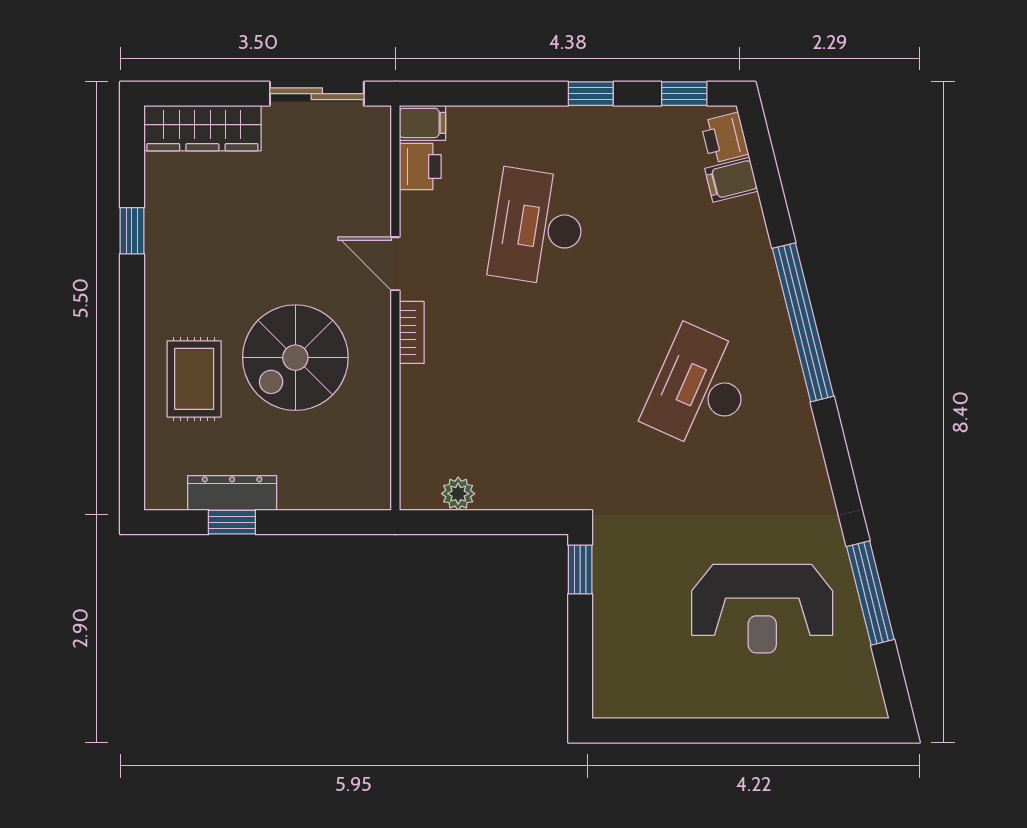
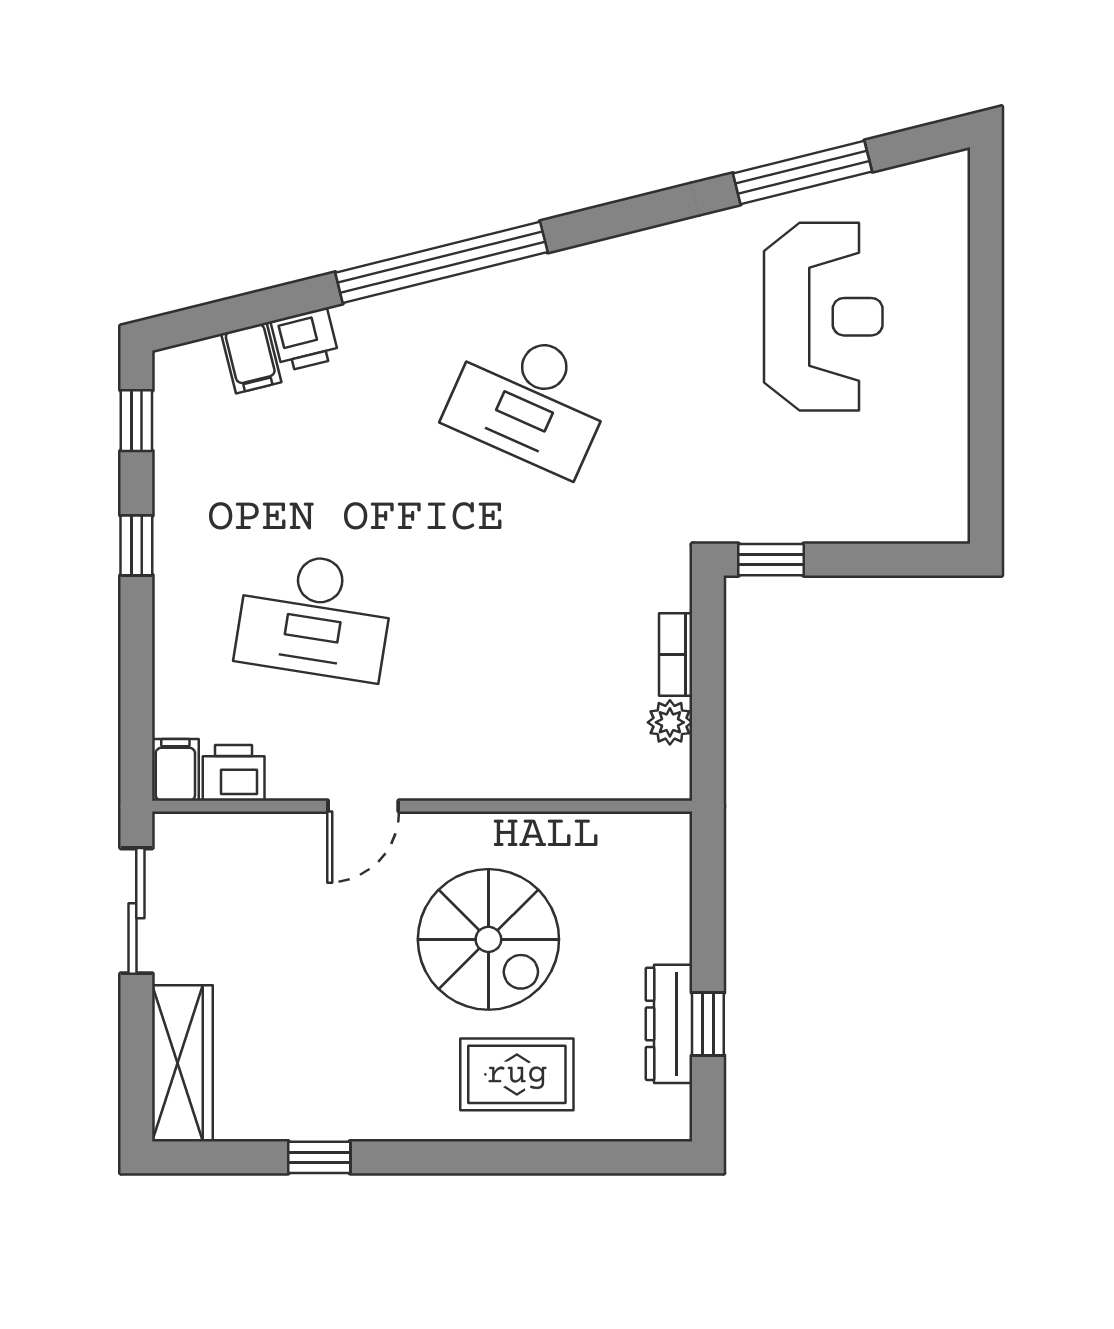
printer: (725, 138) -> (305, 340), moved
bookcase: (412, 332) -> (676, 655), moved, turned -90

